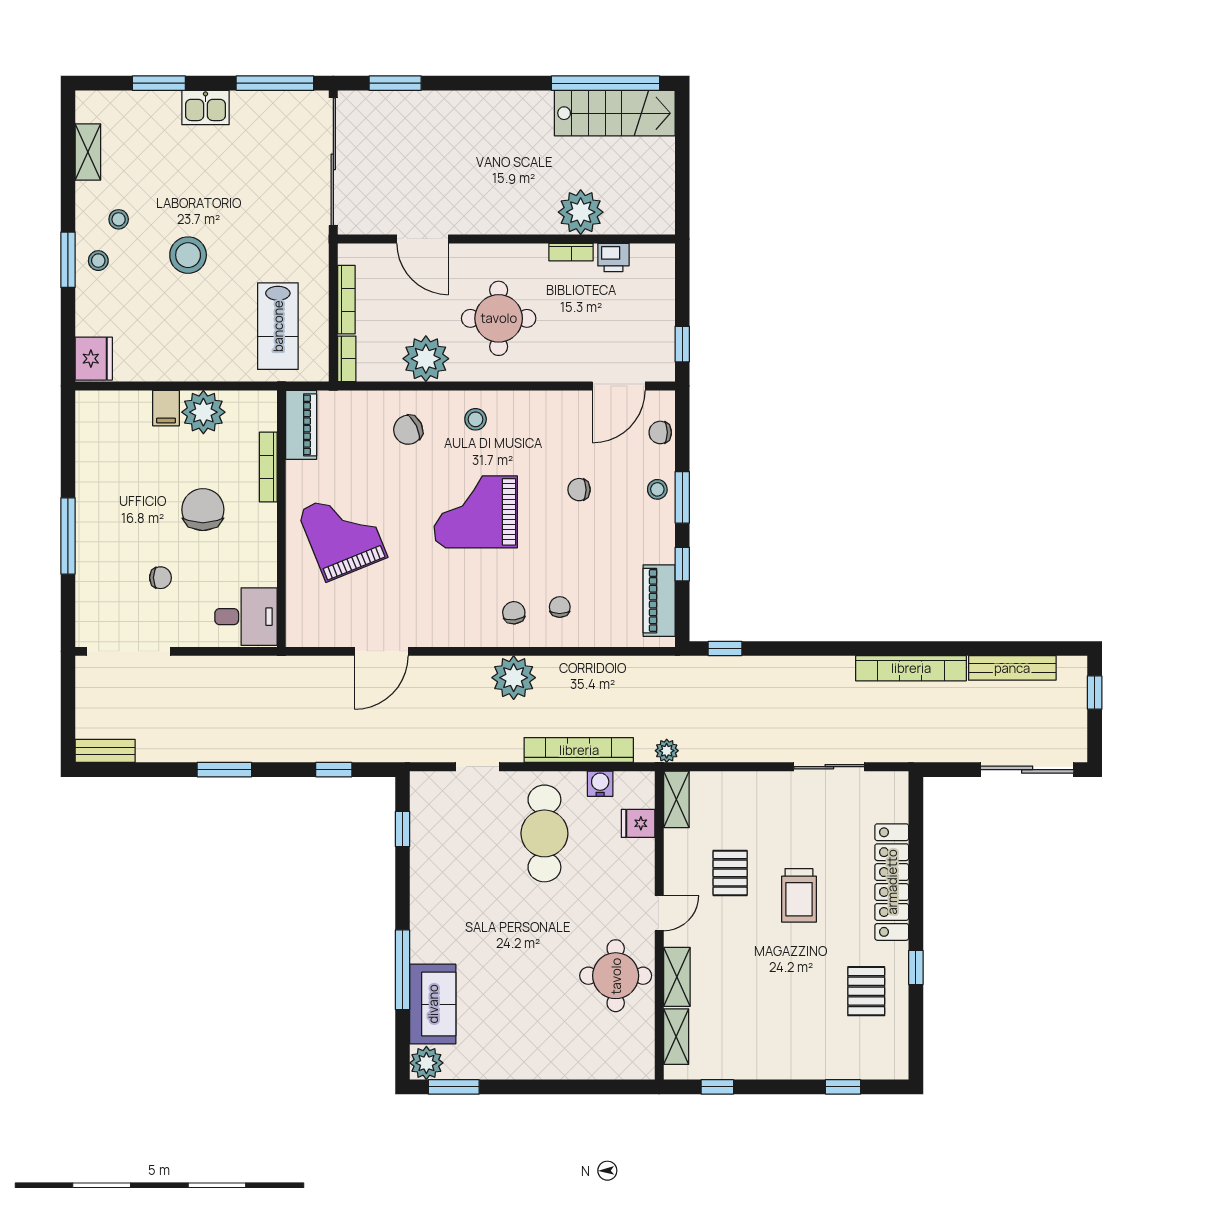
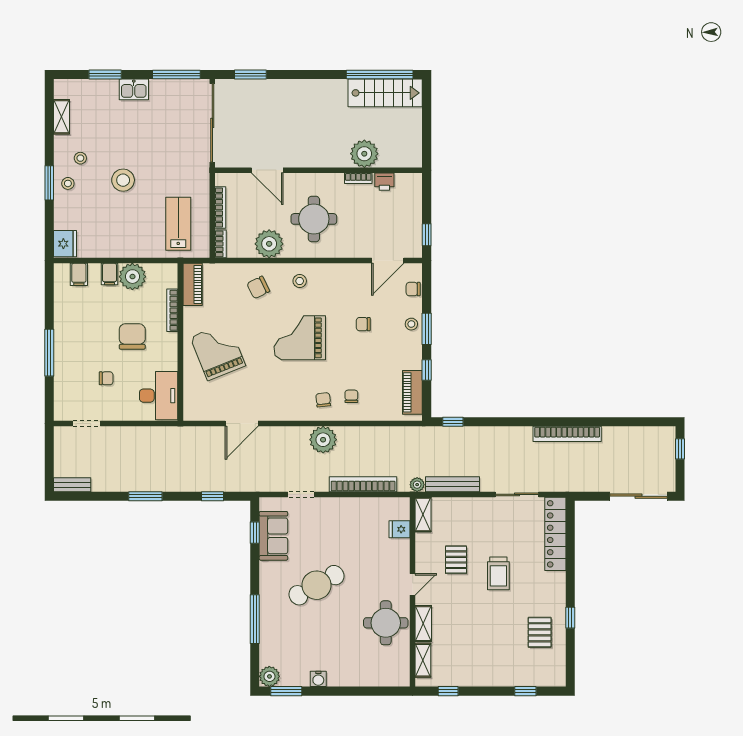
lab bench: (278, 326) -> (178, 224), turned 180
filing cabinet: (116, 409) -> (79, 274), added
desk: (246, 617) -> (159, 396), width x1.37
doorway: (129, 651) -> (87, 424), width x0.53
bench: (1012, 668) -> (453, 484), moved
water cooler: (600, 784) -> (318, 679), moved, turned 180
cafe table: (544, 833) -> (316, 585), moved, turned 61
locker: (892, 882) -> (555, 534), moved
sofa: (433, 1004) -> (273, 536), moved

